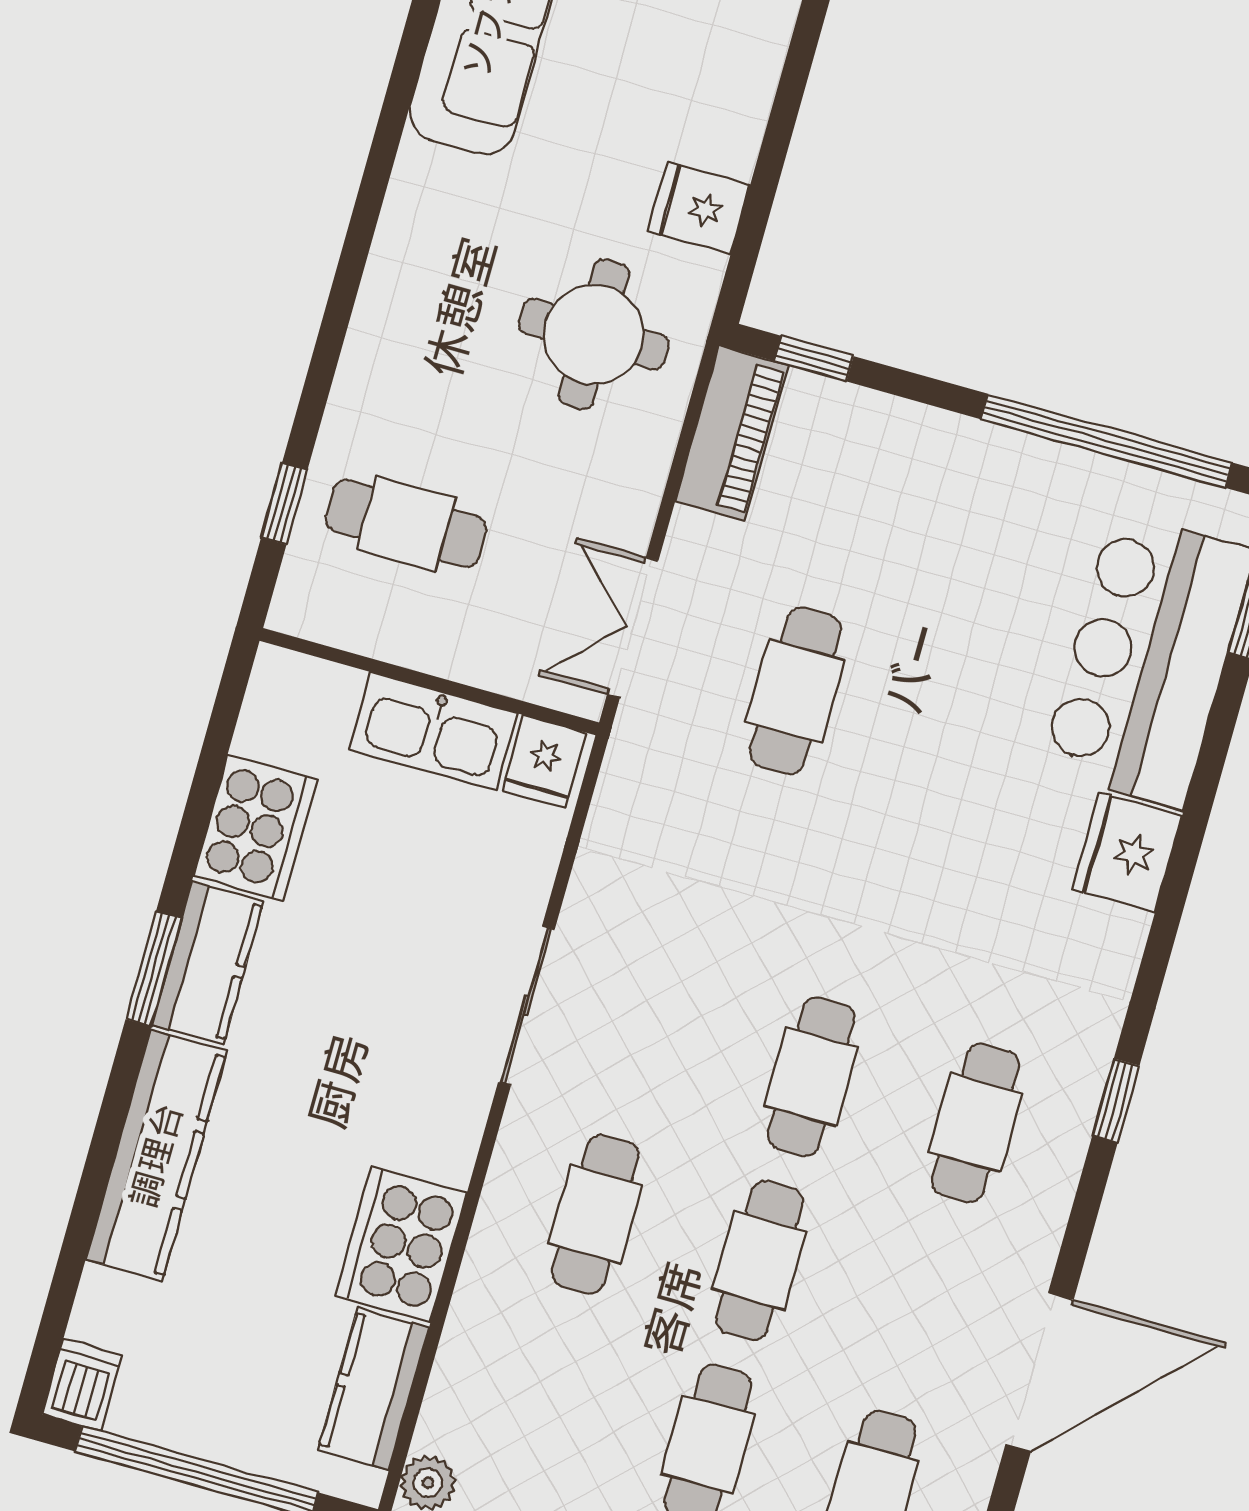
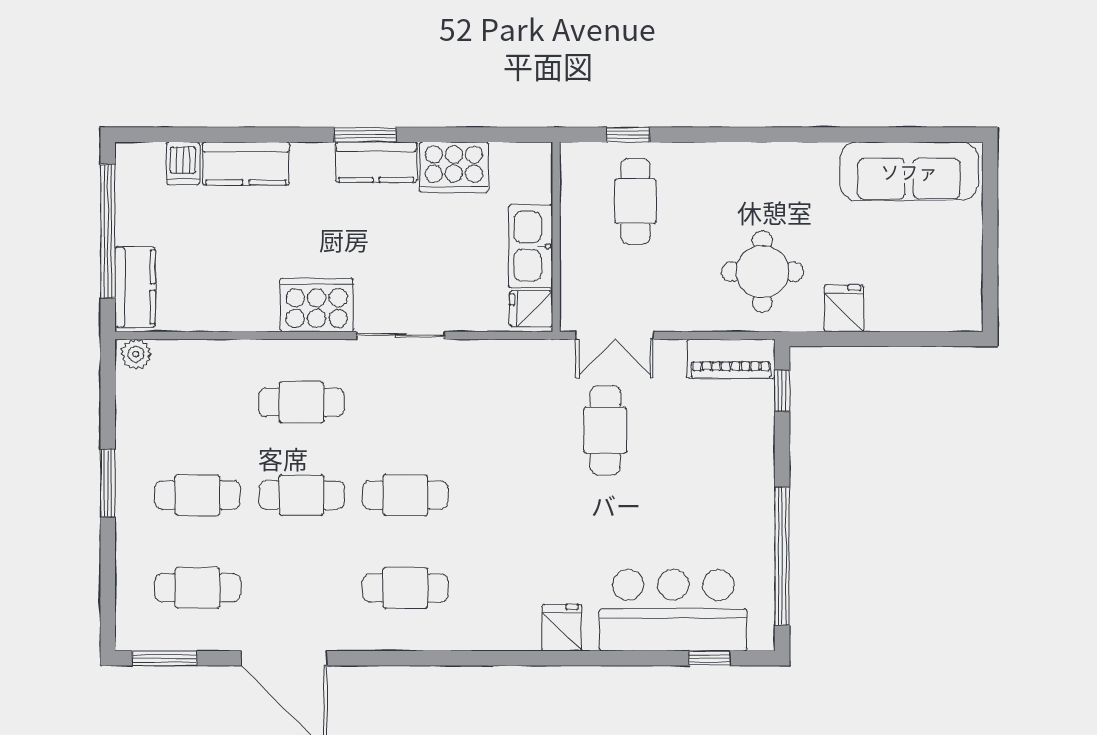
double door: (633, 627) -> (615, 335), swing flipped
cafe table: (796, 691) -> (605, 430), turned 90
fridge: (1127, 852) -> (562, 628), width x0.72
window: (1116, 1101) -> (438, 658), removed
kitchen counter: (156, 1155) -> (246, 163), width x0.67
cooker: (401, 1244) -> (317, 305), moved
dishwasher: (82, 1385) -> (183, 163), moved, turned 90
kitchen counter: (374, 1389) -> (135, 287), moved, turned 90

